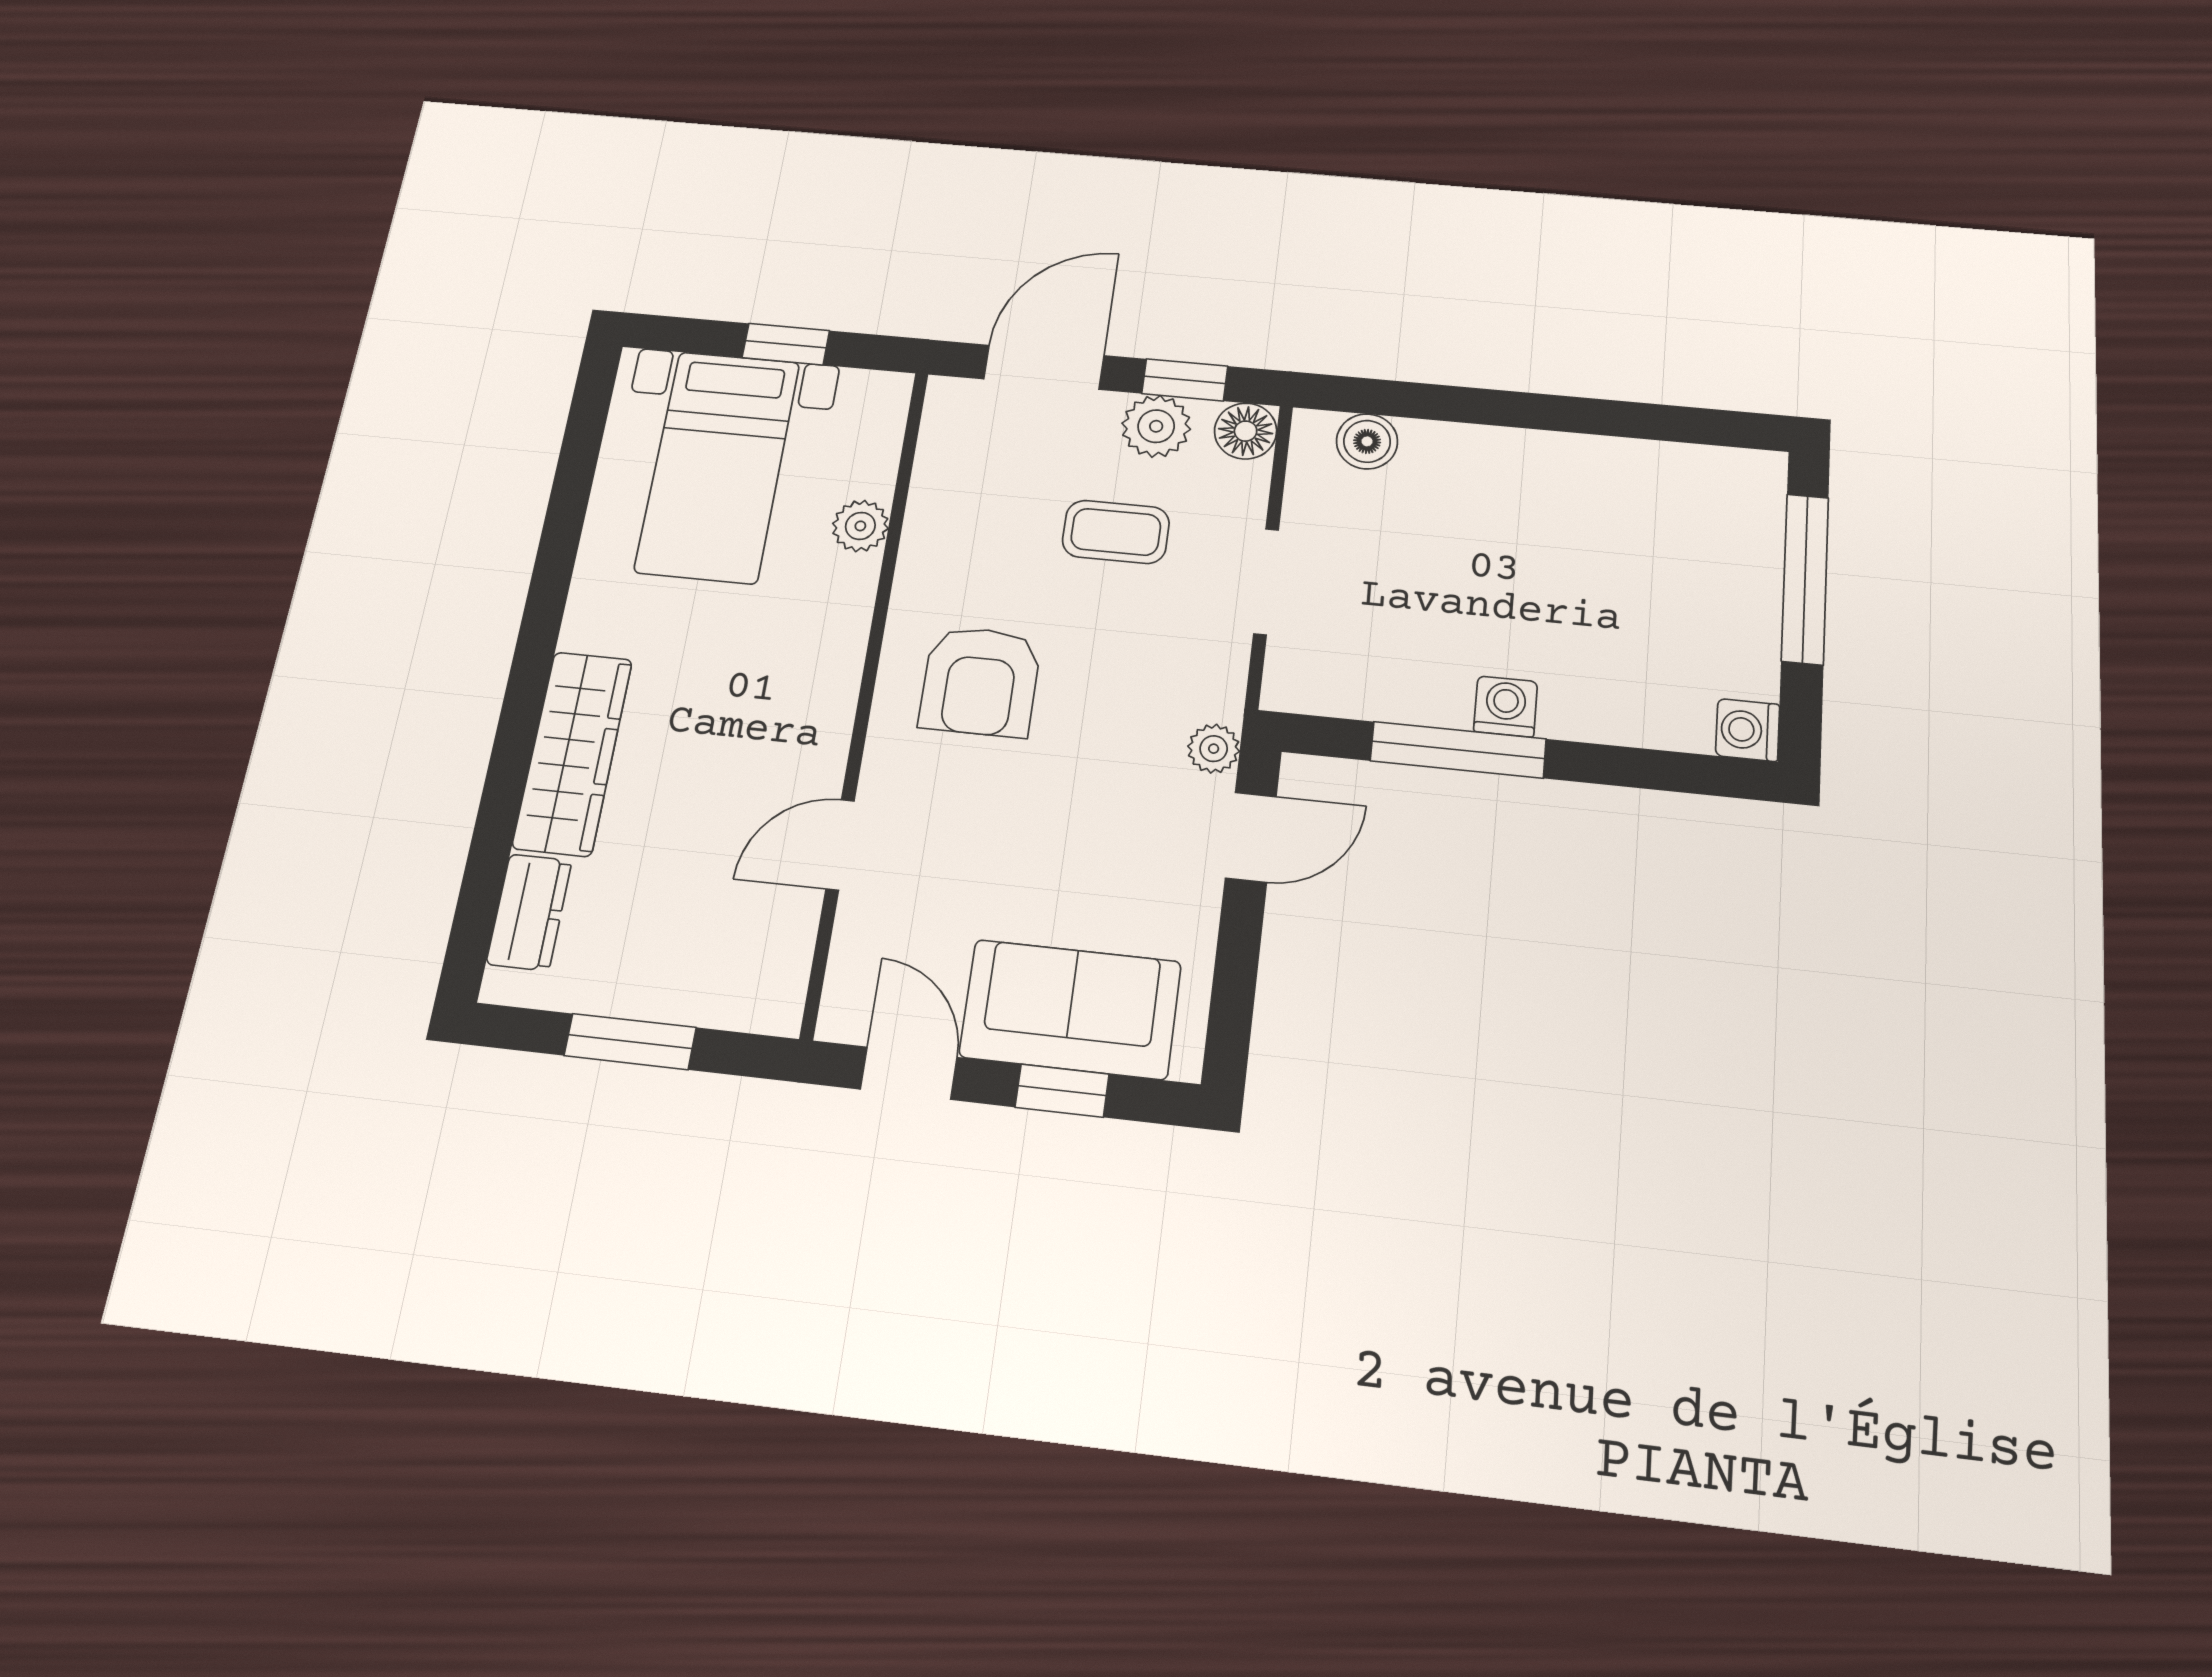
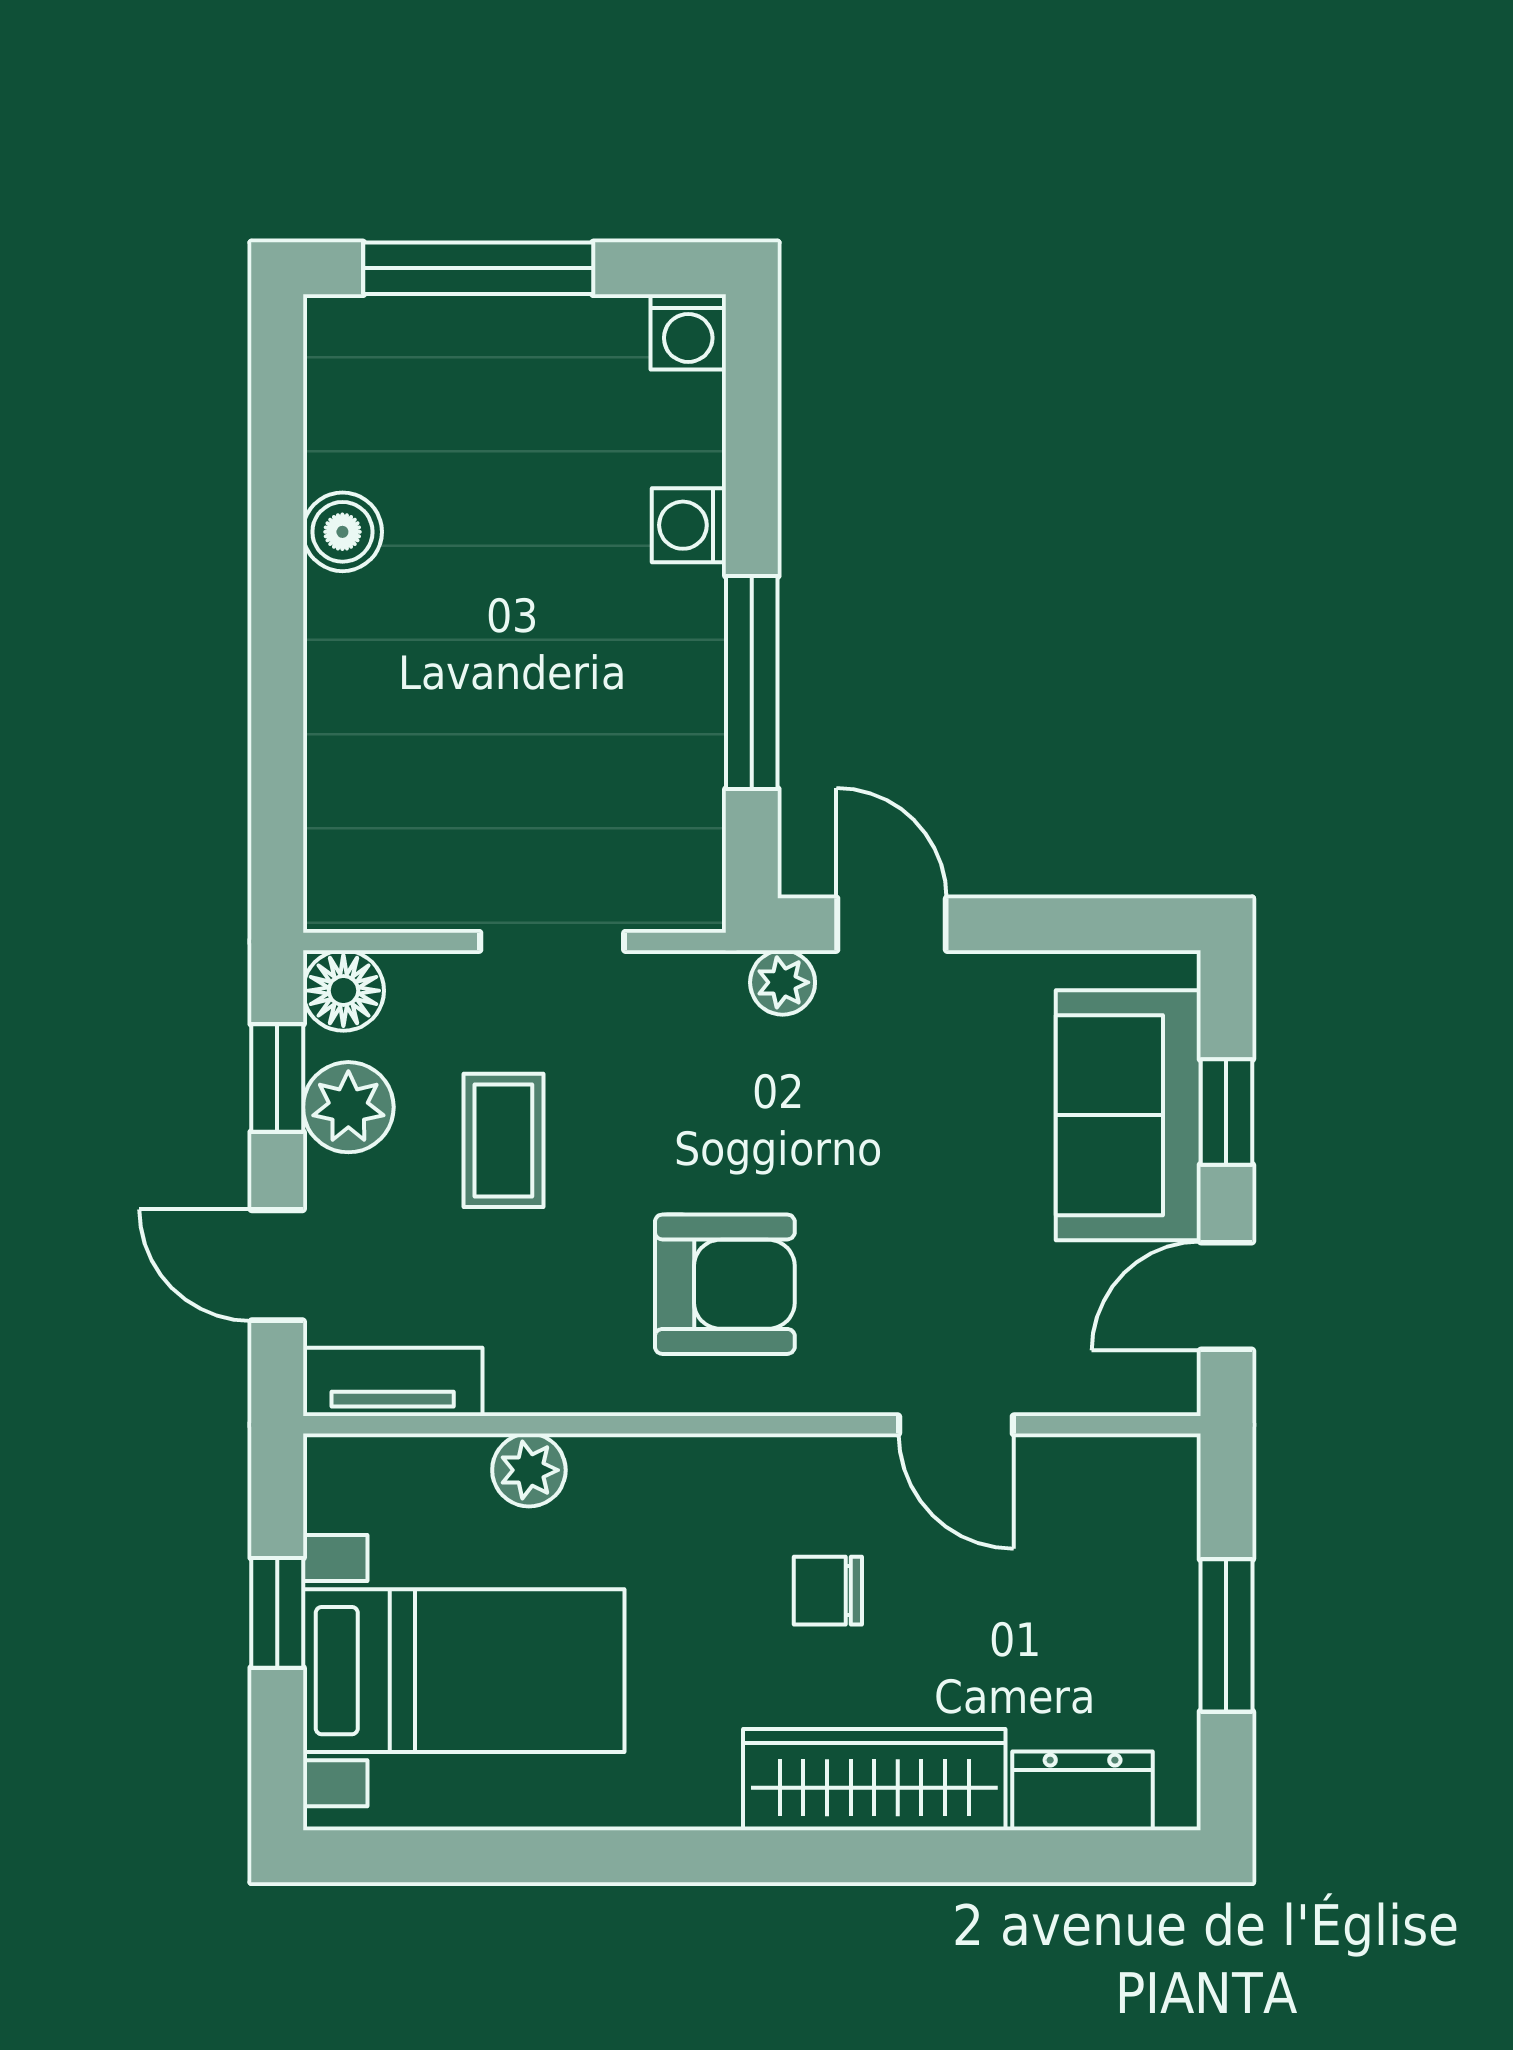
door: (1044, 367) -> (277, 1265), width x0.73
tv unit: (944, 438) -> (393, 1382), added
boiler: (1367, 441) -> (342, 532), moved
washing machine: (1506, 706) -> (689, 525), moved
chair: (727, 734) -> (828, 1591), added

